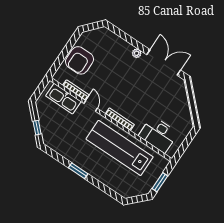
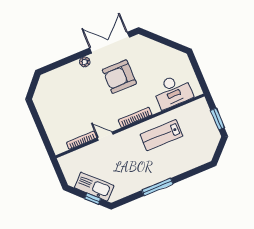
armchair: (79, 60) -> (119, 77), moved, turned 90
kitchen sink: (63, 99) -> (94, 187), moved, turned -135
lab bench: (120, 148) -> (161, 135), width x0.54, depth x0.72
window: (78, 171) -> (157, 187), width x1.44

